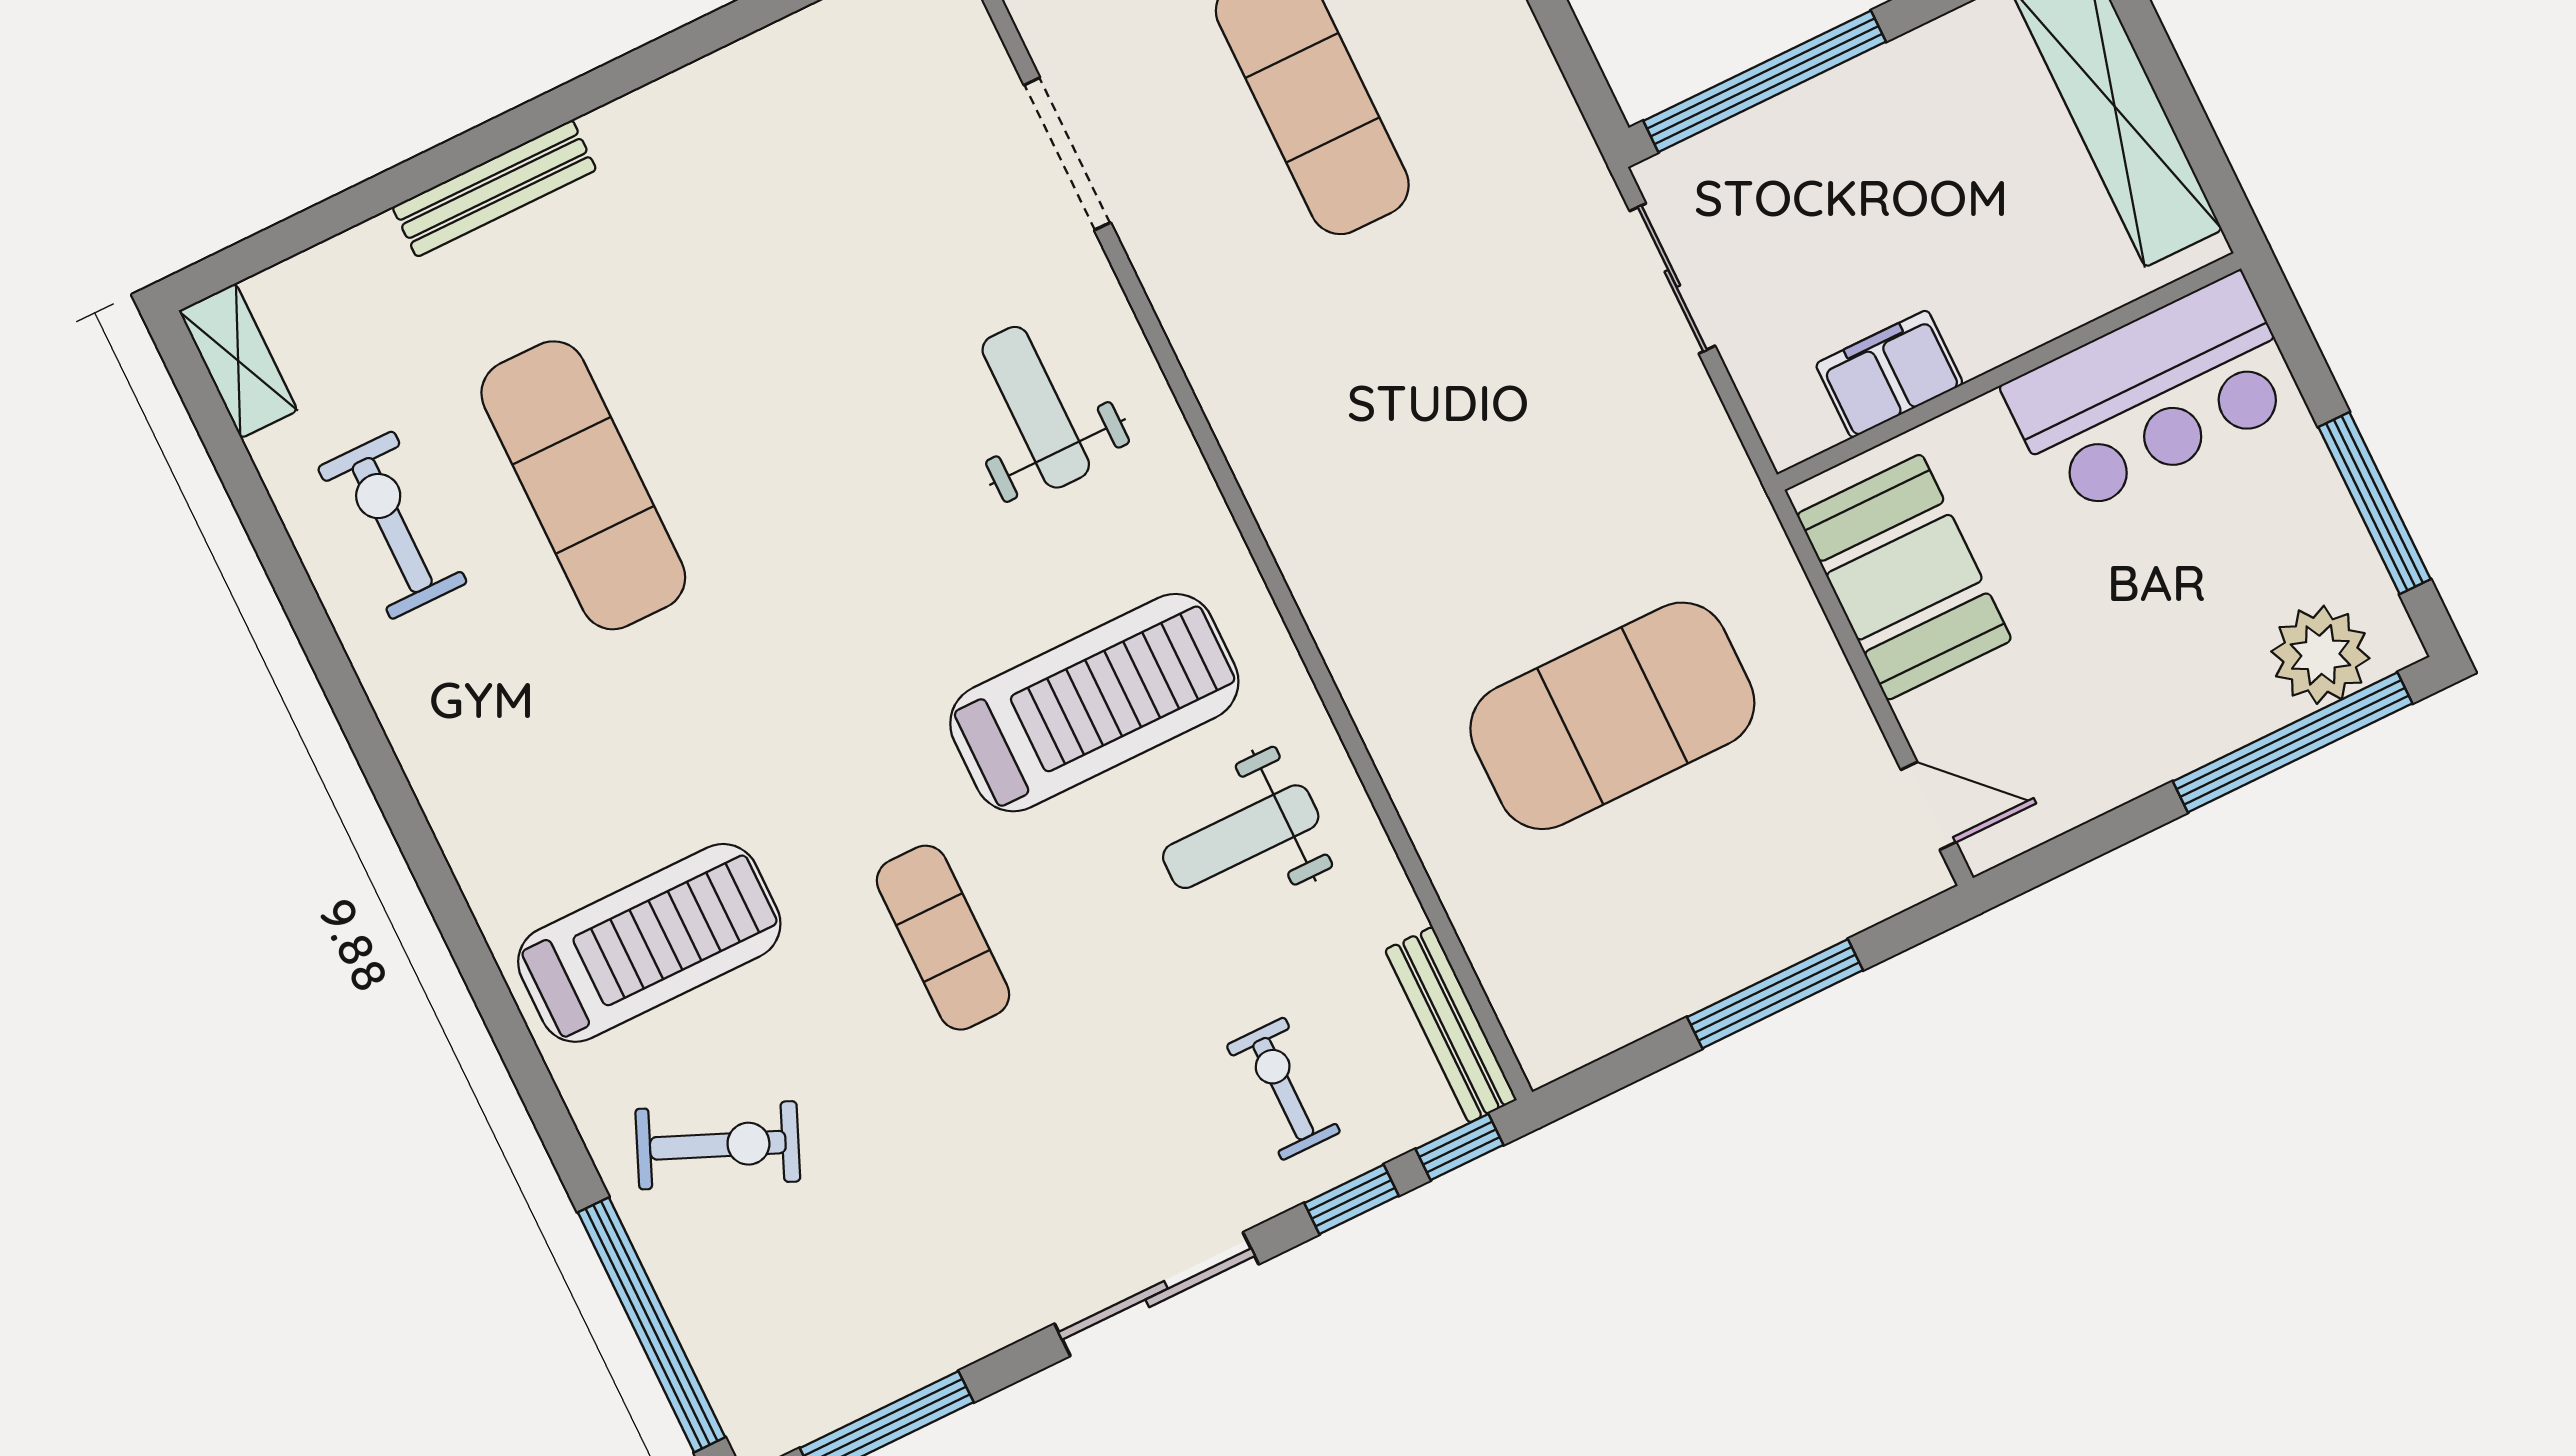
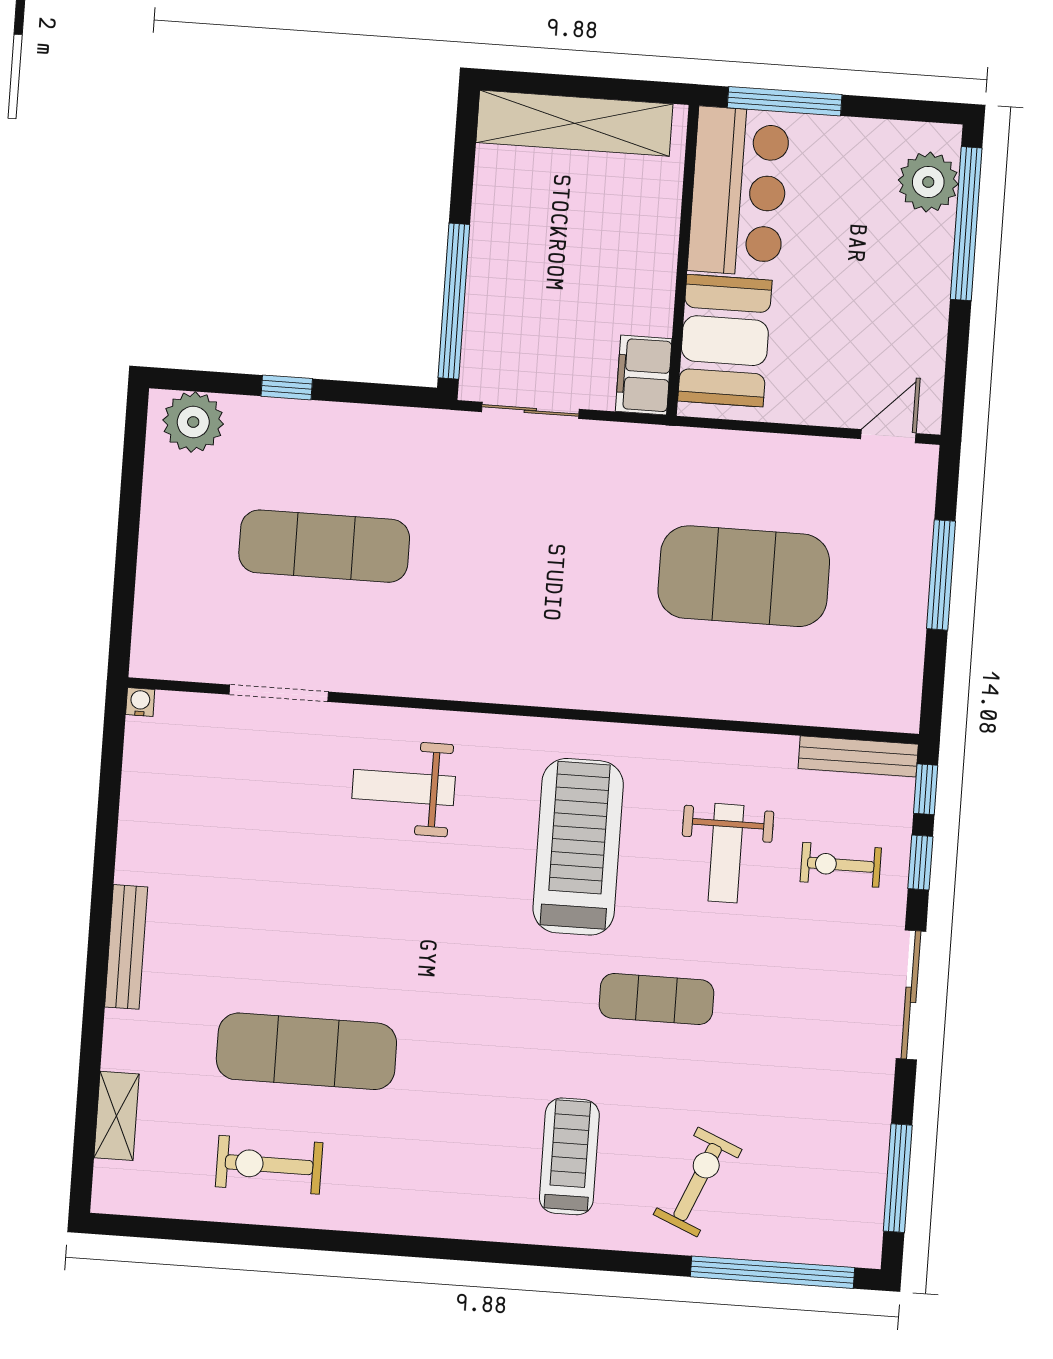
bench: (494, 188) -> (126, 947), moved
shelving: (238, 361) -> (116, 1116), moved, turned 90
filing cabinet: (1889, 374) -> (644, 375), moved
window: (2375, 503) -> (785, 101), moved
booth: (1904, 577) -> (725, 341), moved, turned 90
exercise mat: (1612, 716) -> (744, 576), turned 90
weight bench: (1241, 837) -> (726, 853), moved
treadmill: (649, 943) -> (569, 1156), width x0.73, depth x0.73

